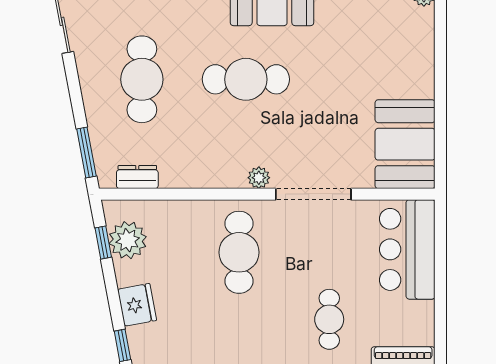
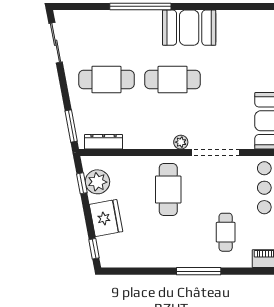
cafe table: (142, 79) -> (106, 80), turned 90
dresser: (137, 177) -> (104, 142), width x1.44
fridge: (137, 305) -> (106, 218), width x1.36, depth x1.34

